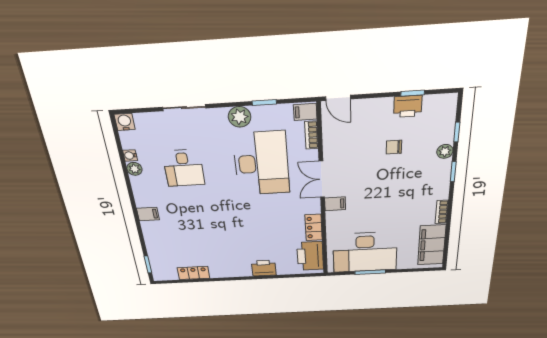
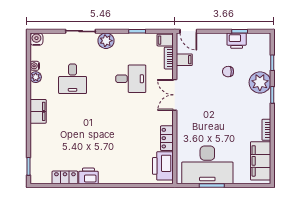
plant: (240, 117) -> (106, 41), moved
plant: (445, 151) -> (260, 82), width x1.87, depth x1.87
desk: (261, 164) -> (131, 79), width x0.53, depth x0.77
filing cabinet: (335, 204) -> (184, 60), moved
filing cabinet: (148, 214) -> (38, 111), width x2.00
printer: (264, 268) -> (88, 176), moved

